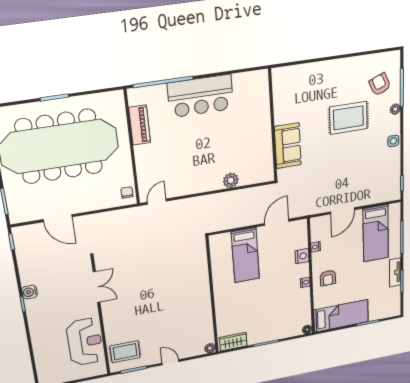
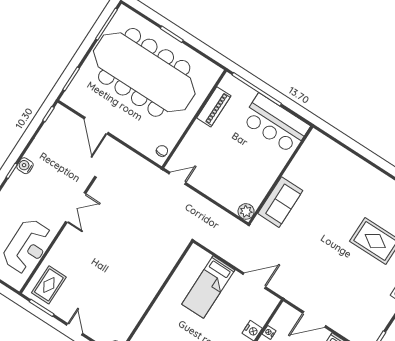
wall: (273, 126) -> (281, 175), moved
sofa: (288, 146) -> (280, 202), moved
rug: (125, 352) -> (49, 285), turned 90

